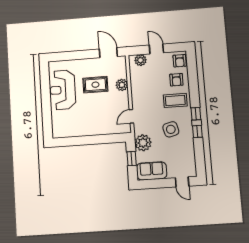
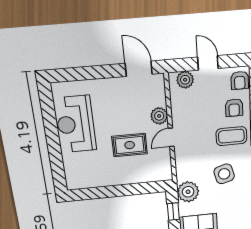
rug: (95, 85) -> (130, 145), moved
door: (131, 116) -> (171, 137), moved

